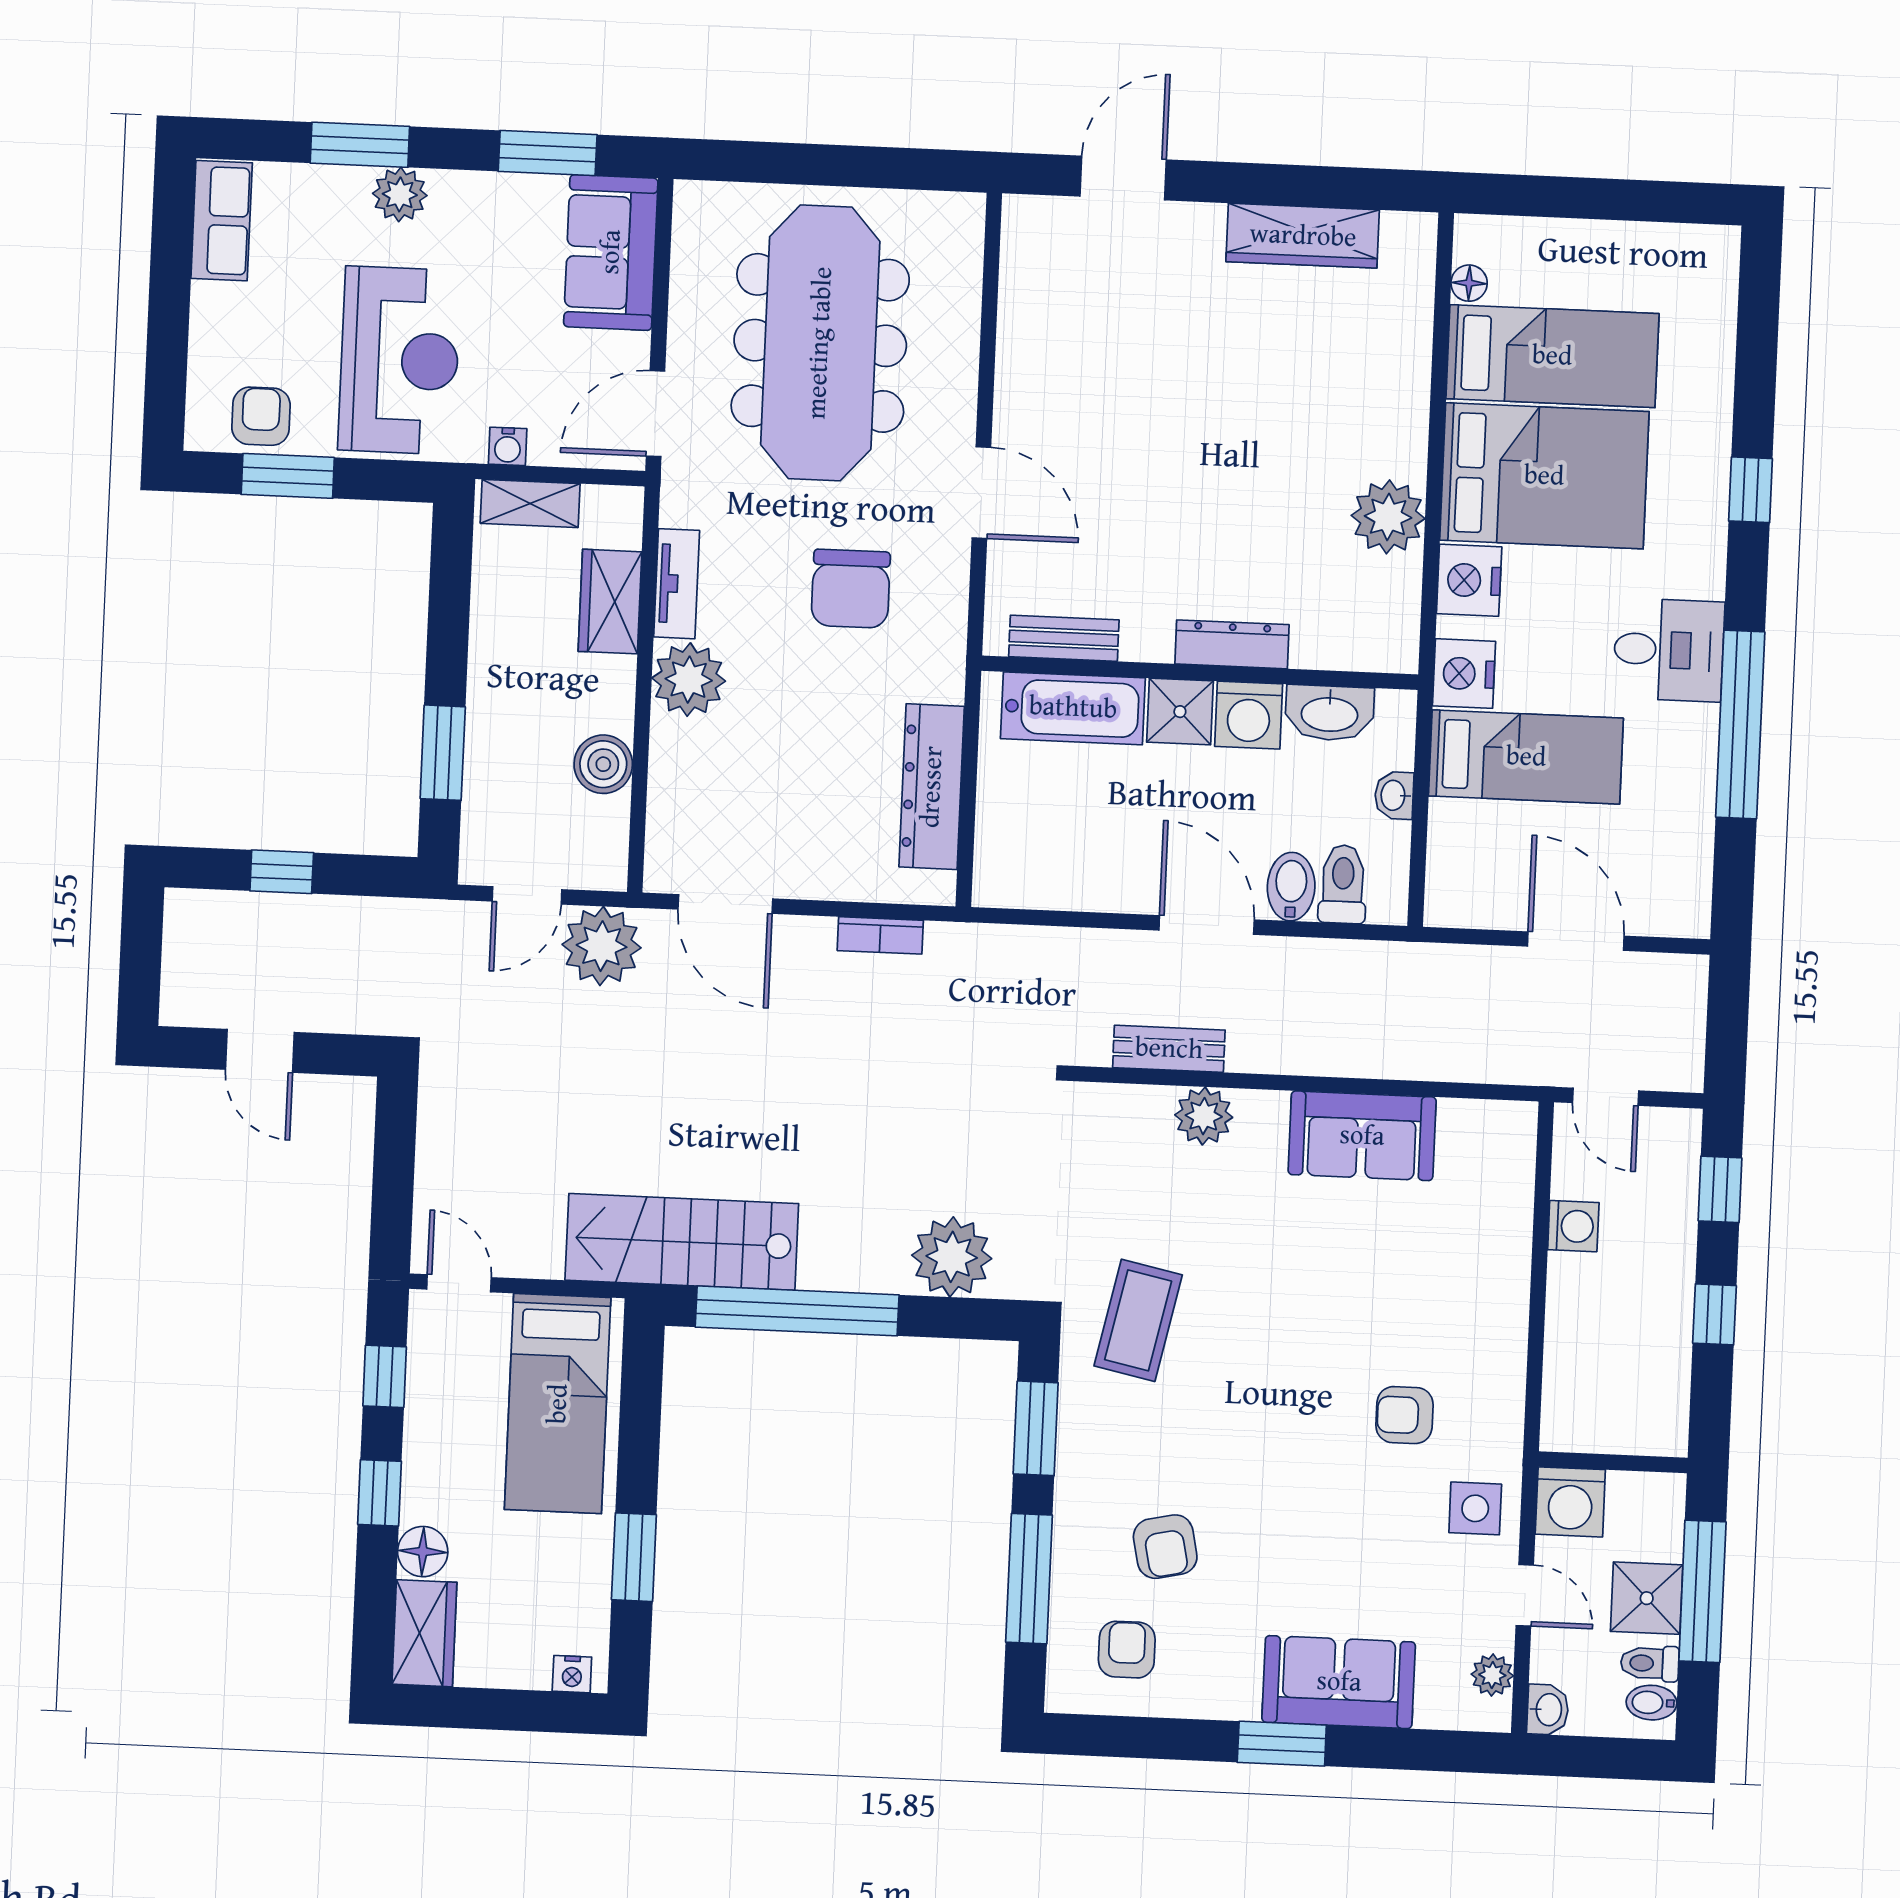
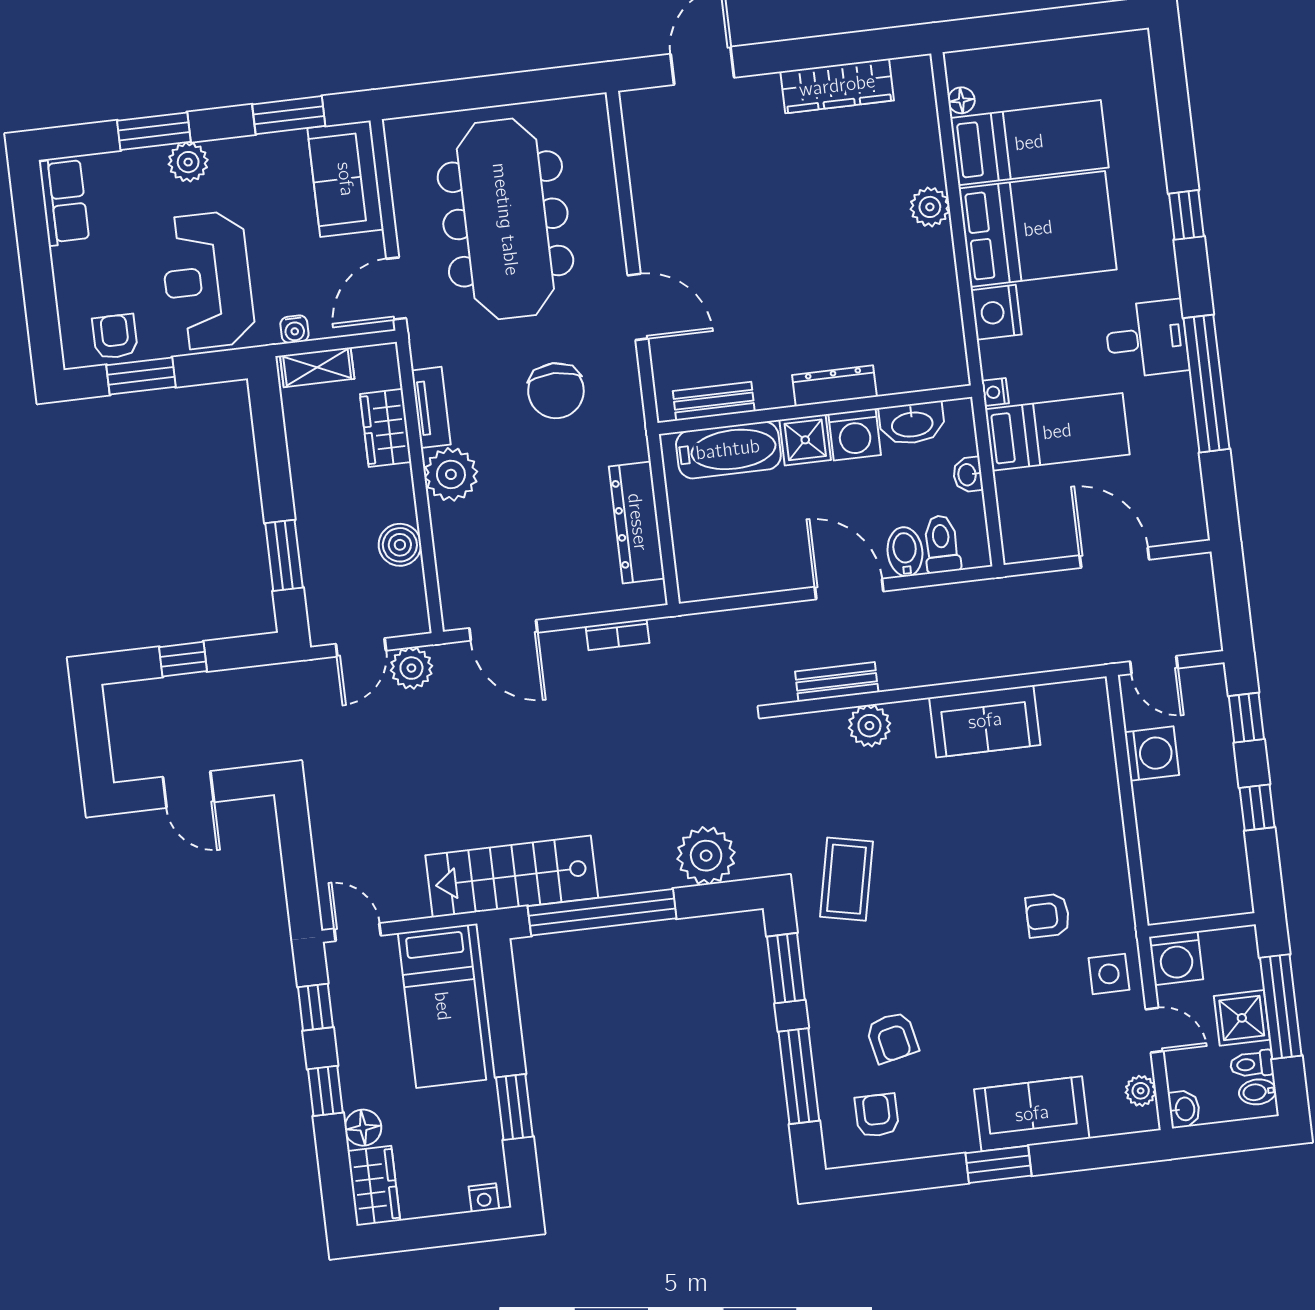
reception desk: (399, 360) -> (207, 280), turned 180
plant: (1388, 517) -> (930, 207), moved, width x0.73, depth x0.73
nightstand: (1464, 674) -> (995, 392), width x0.53, depth x0.56
plant: (602, 946) -> (411, 668), width x0.73, depth x0.73
washing machine: (1573, 1226) -> (1152, 754), width x1.38, depth x1.38

